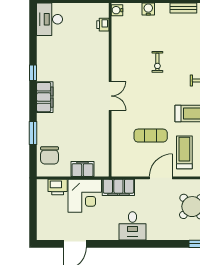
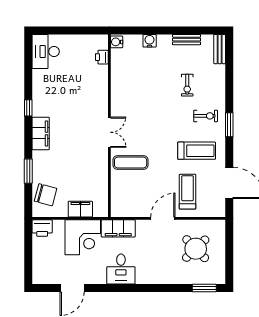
exercise bike: (157, 62) -> (187, 85), moved
exercise mat: (151, 136) -> (131, 163), moved
chair: (50, 155) -> (46, 195), turned -75
printer: (58, 187) -> (42, 228), moved
desk: (133, 226) -> (121, 269), moved

